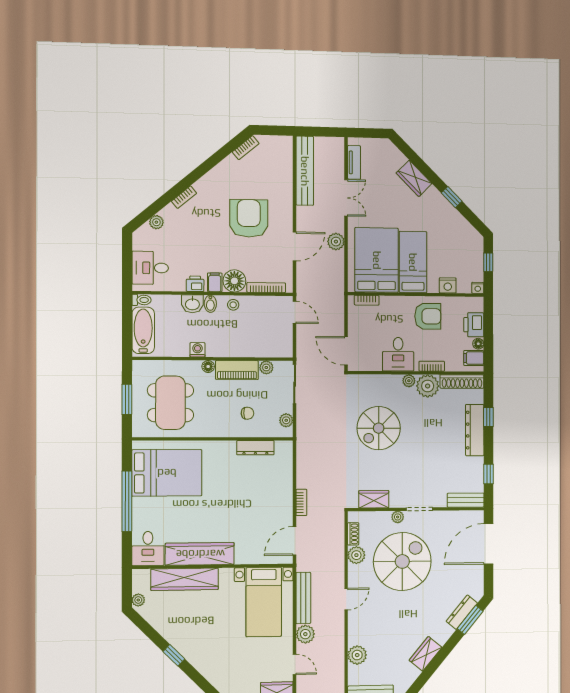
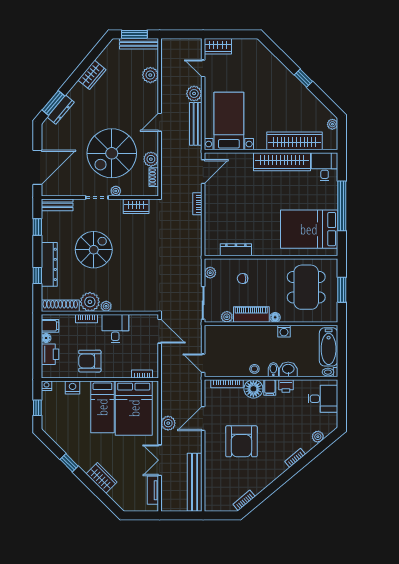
spiral stairs: (379, 428) -> (94, 250), moved

